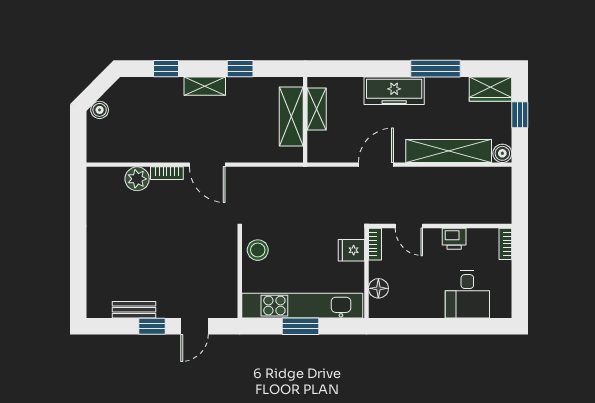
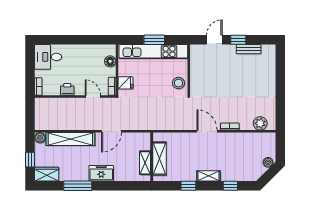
freezer: (394, 91) -> (101, 173), width x0.71
plant: (137, 179) -> (260, 123), moved
desk: (467, 294) -> (48, 57), moved, turned -90

